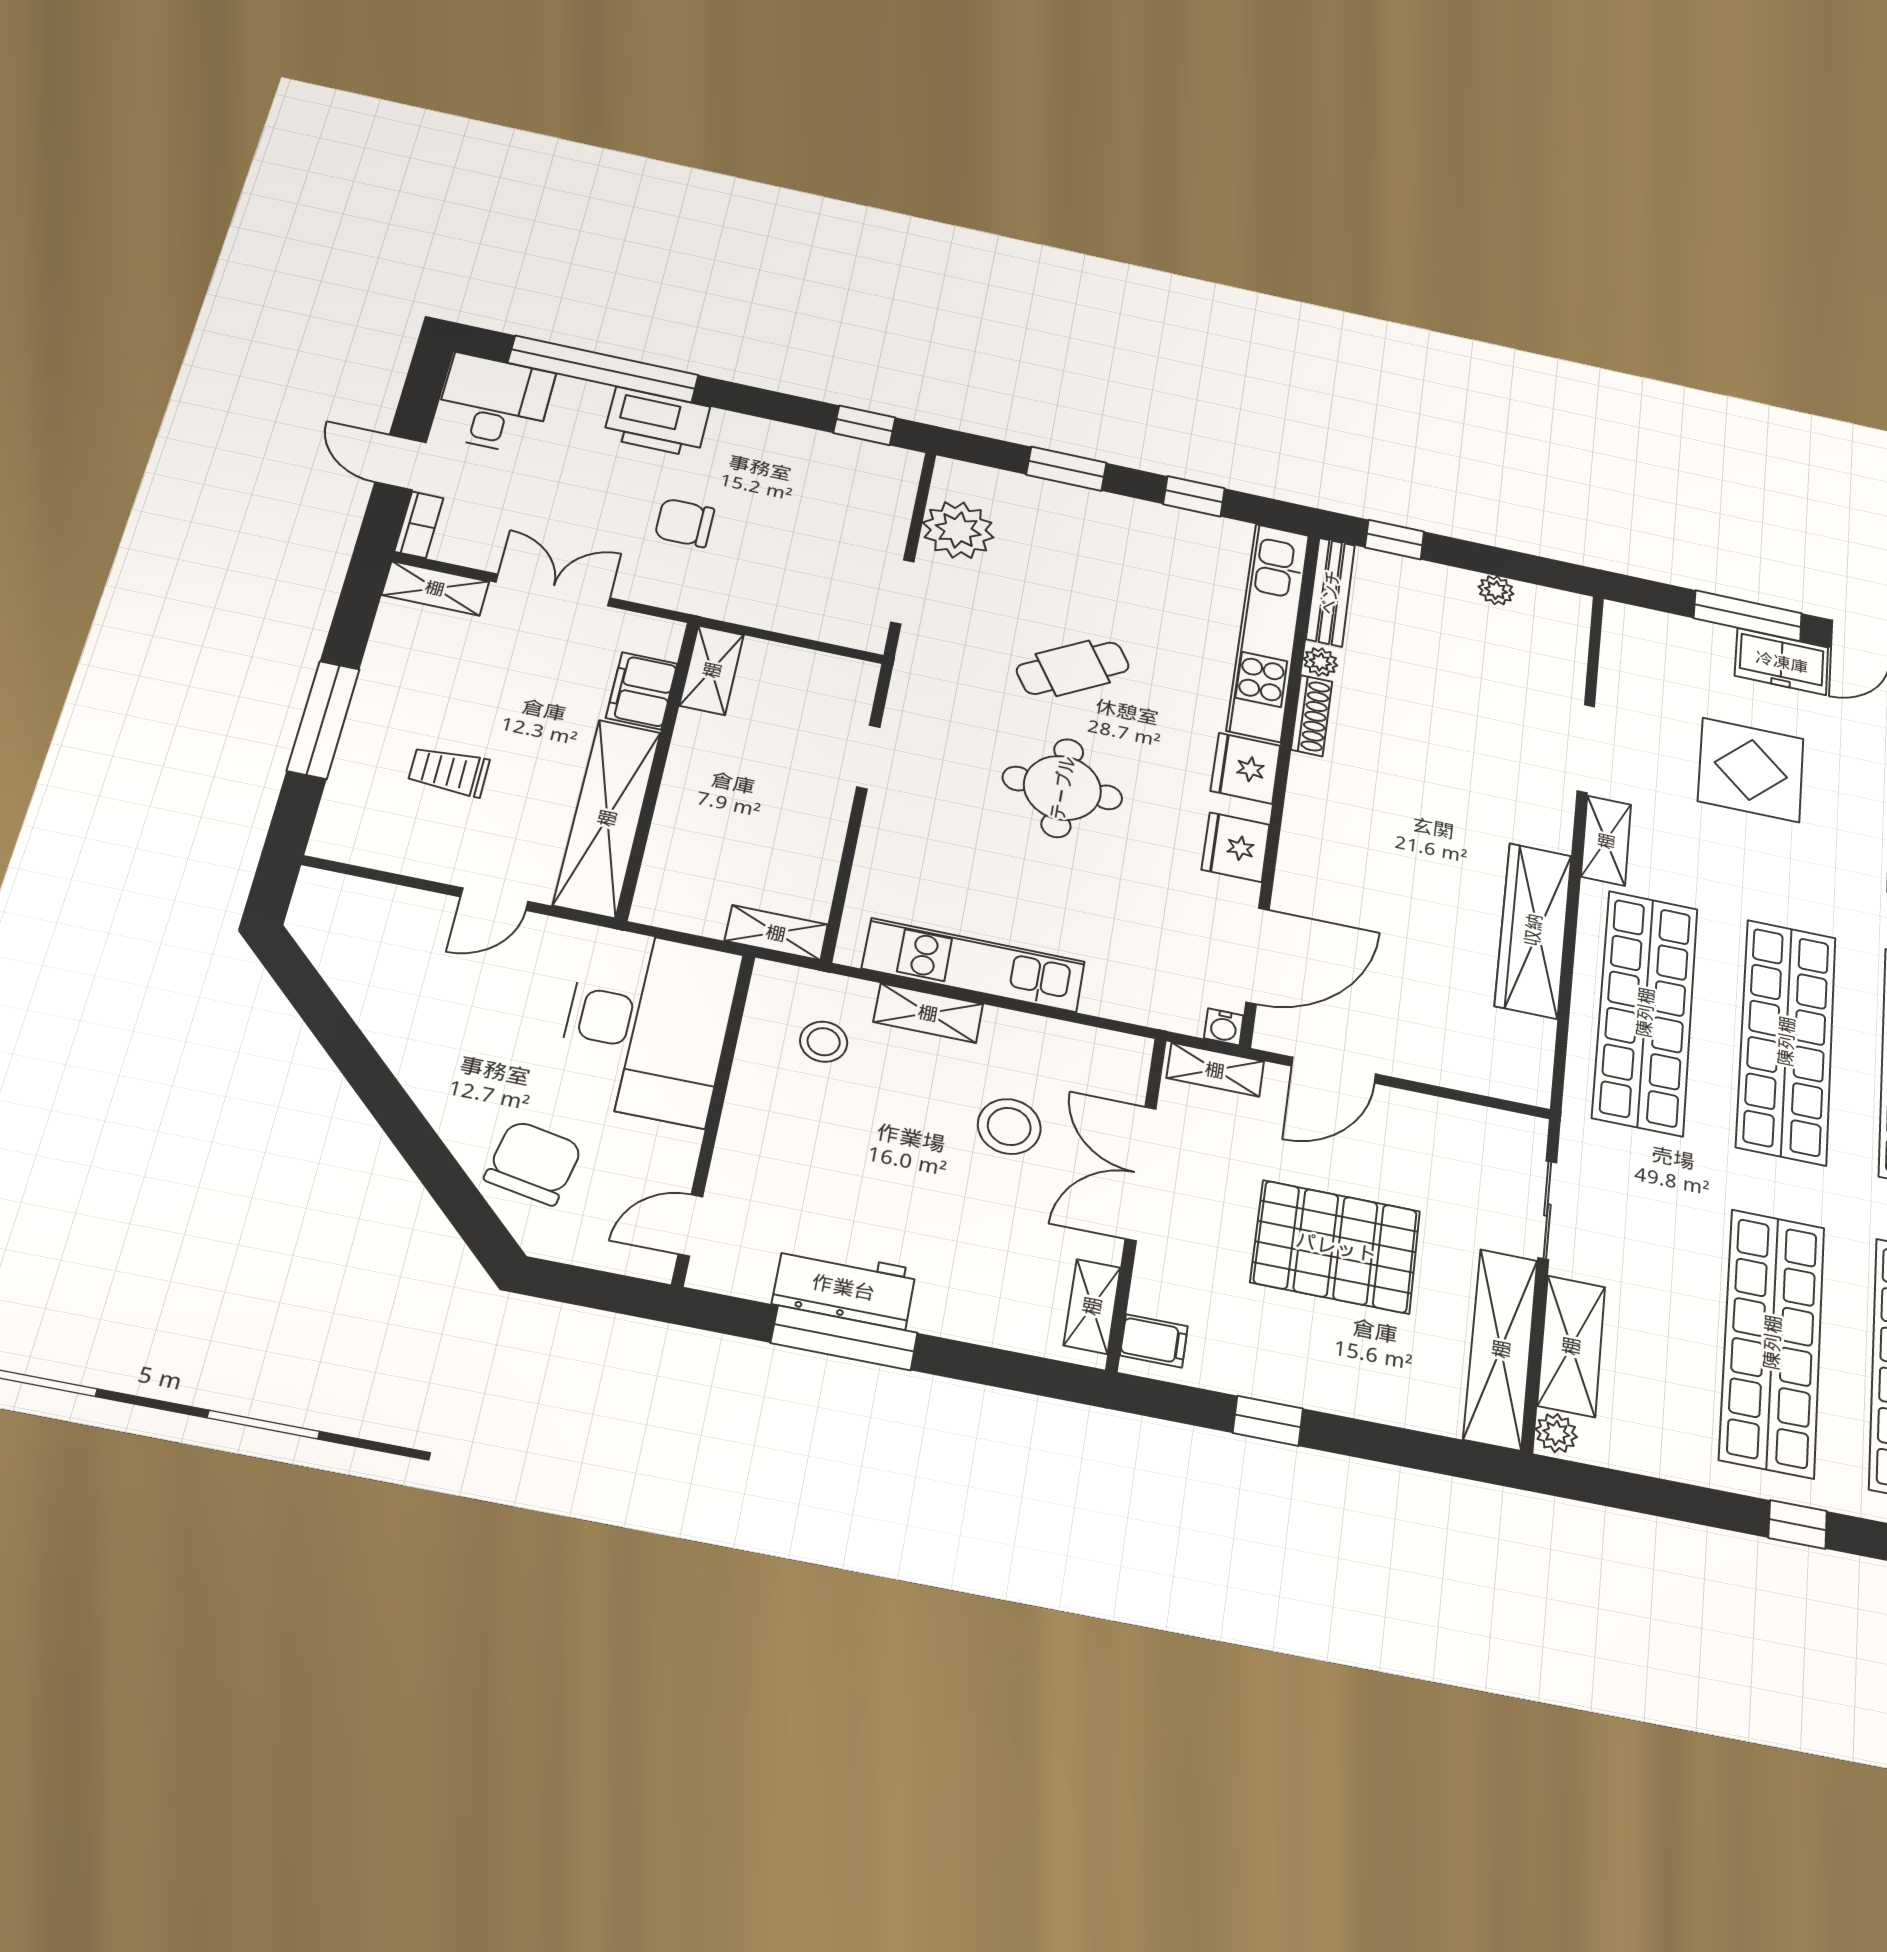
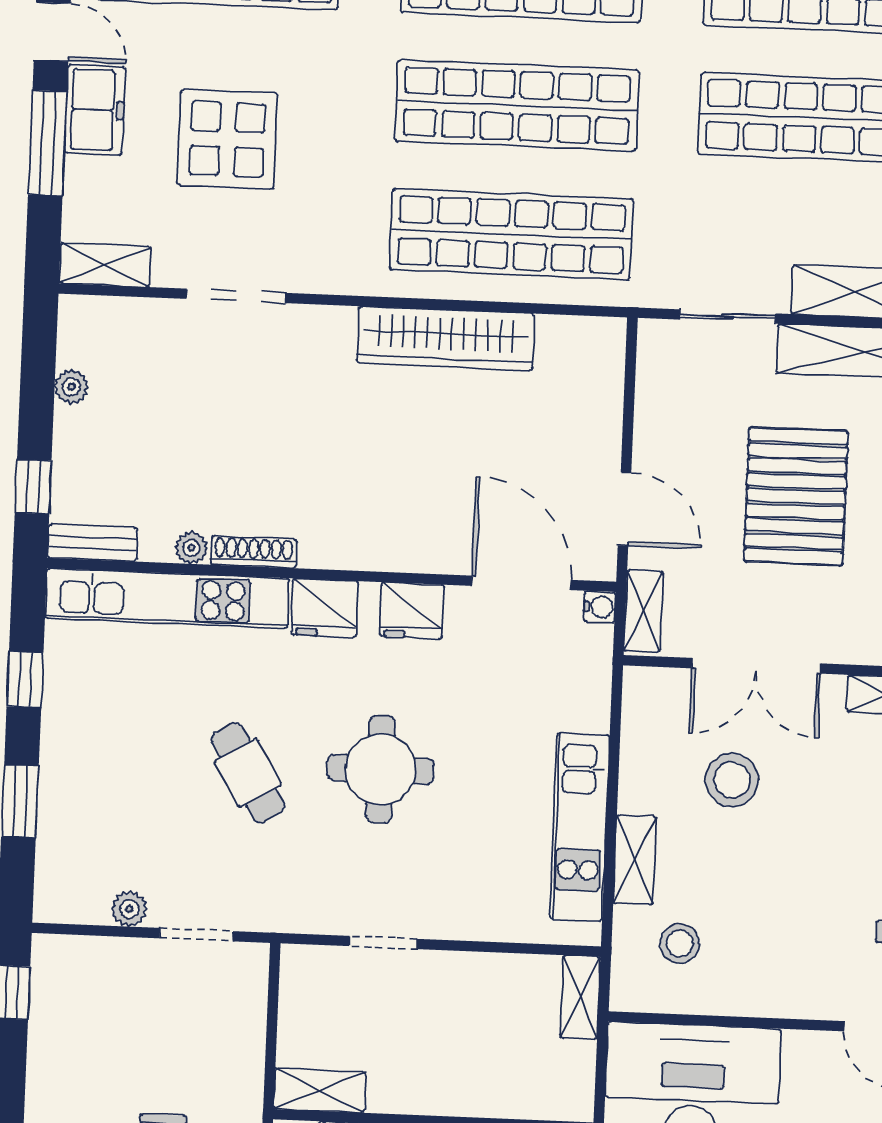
plant: (958, 530) -> (129, 909), width x0.53, depth x0.53
bench: (1330, 592) -> (92, 543), width x0.73
shelving: (1606, 841) -> (105, 265), moved

